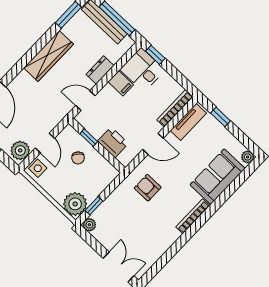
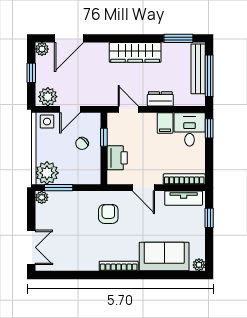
window: (94, 206) -> (59, 188), width x1.50

